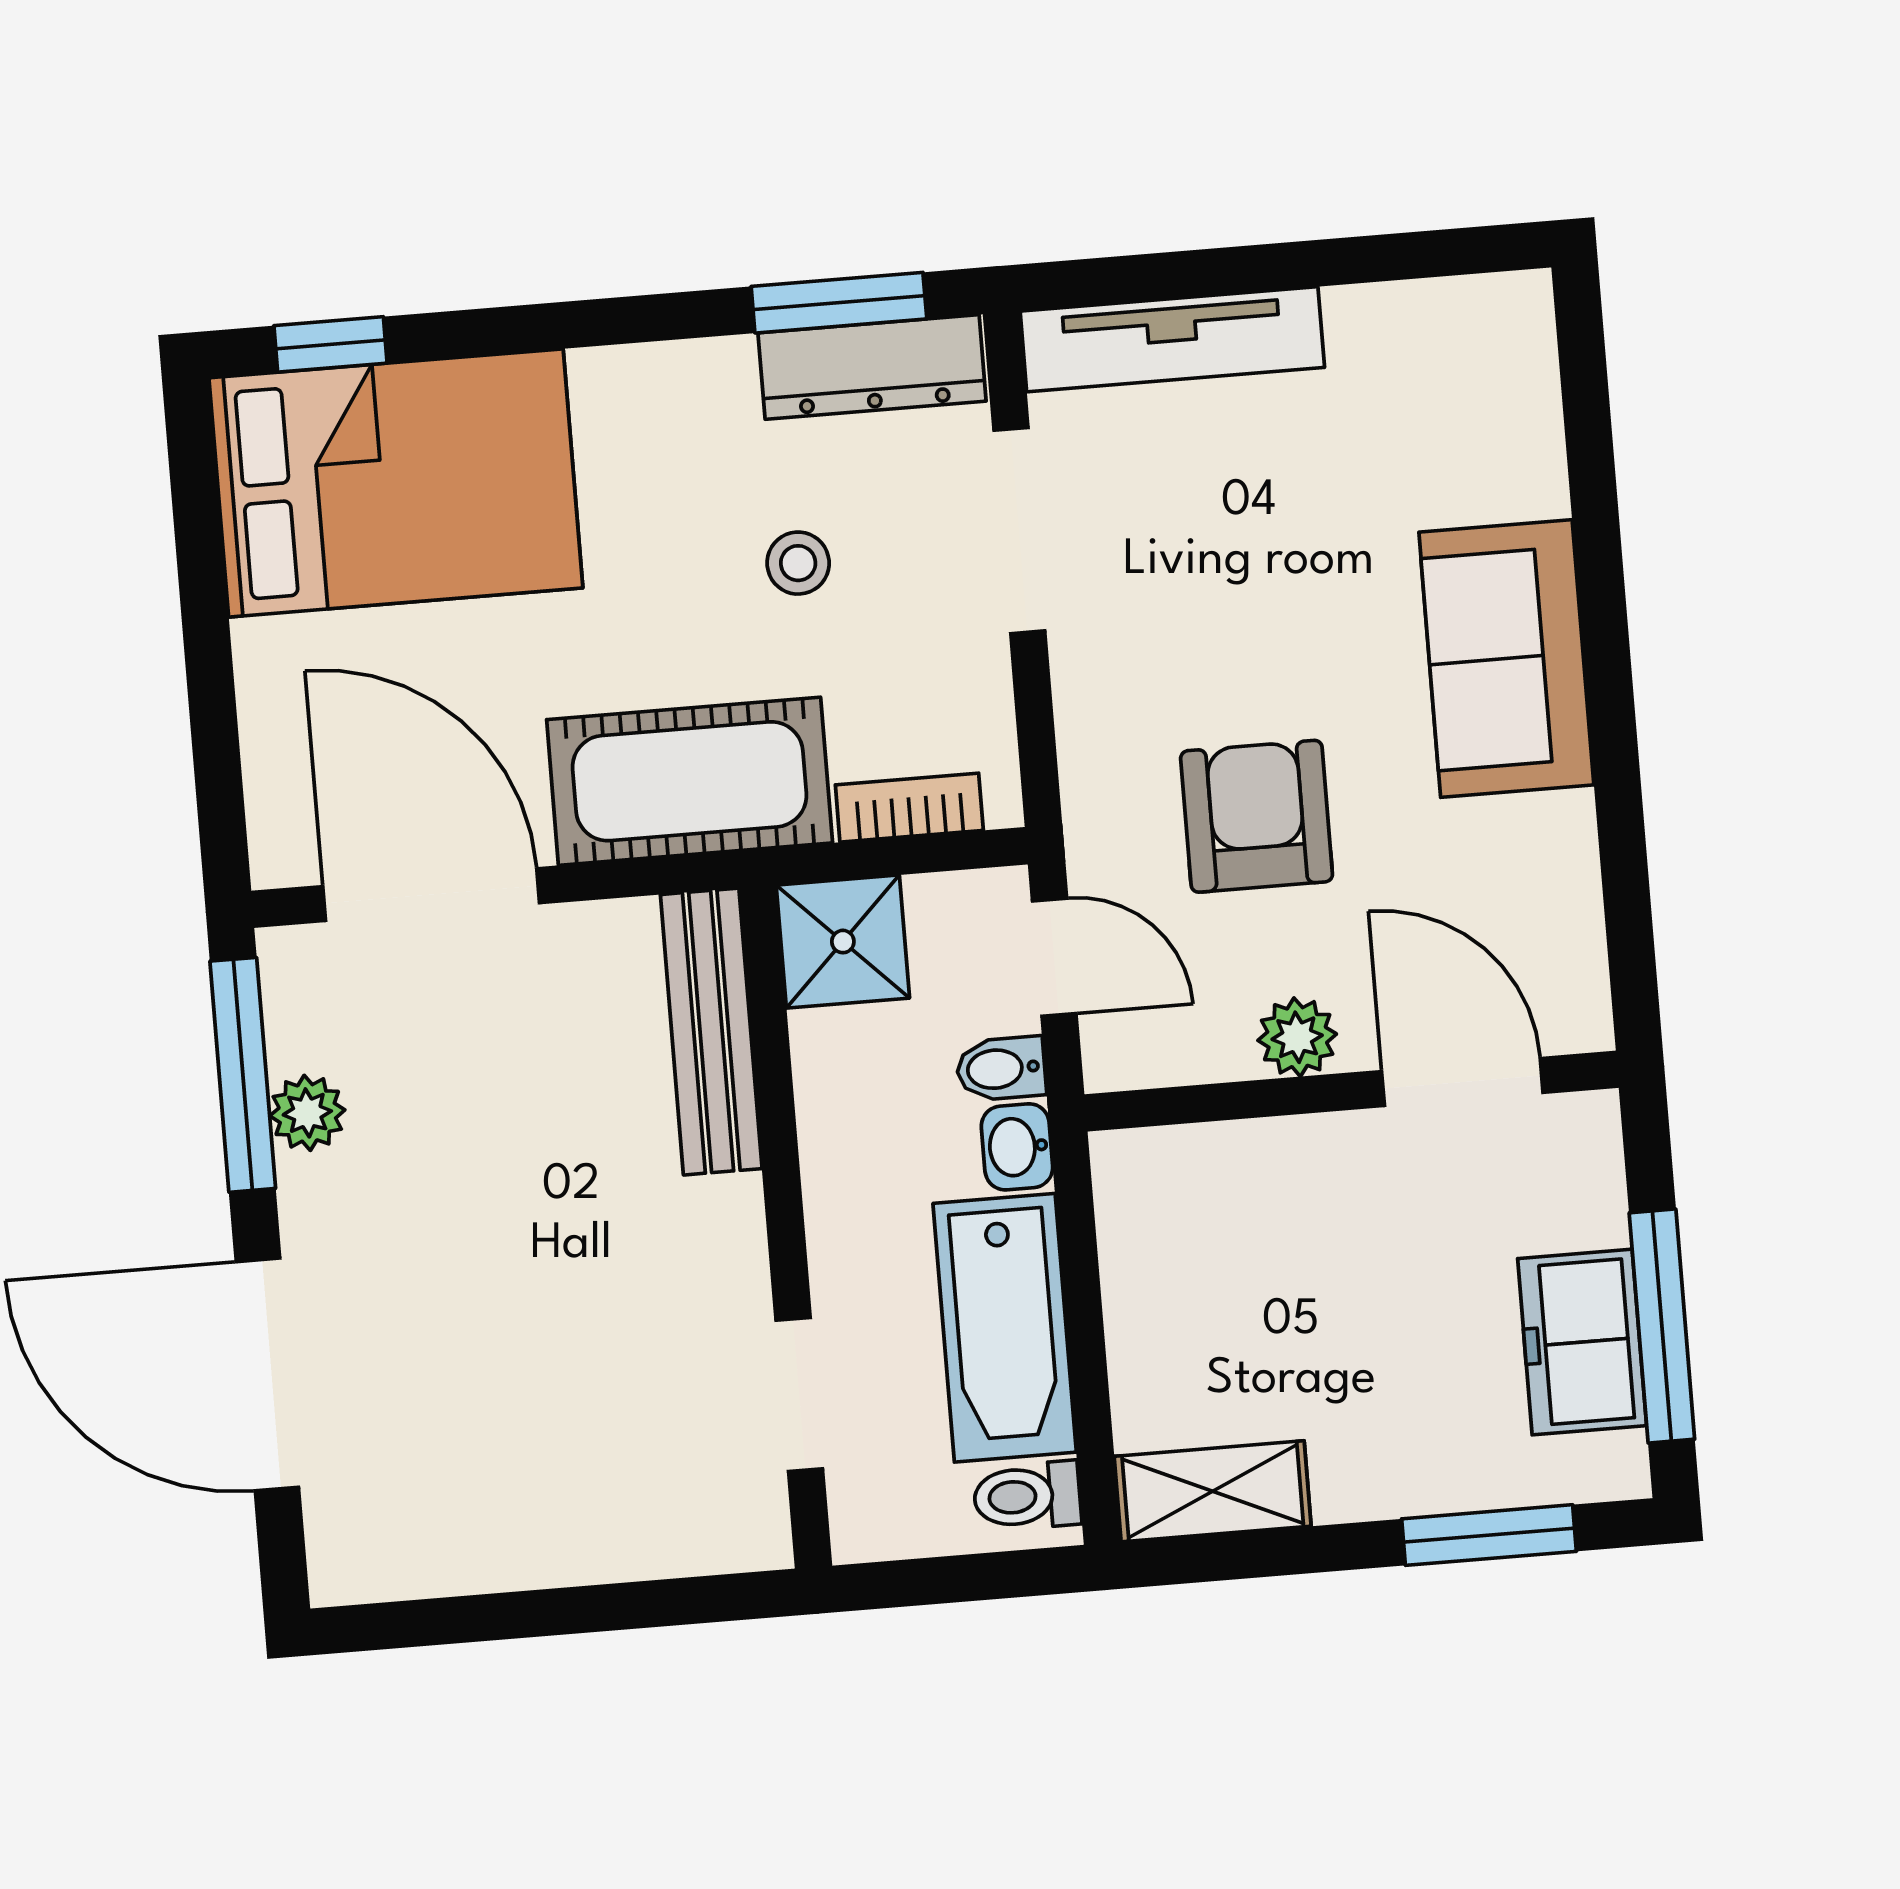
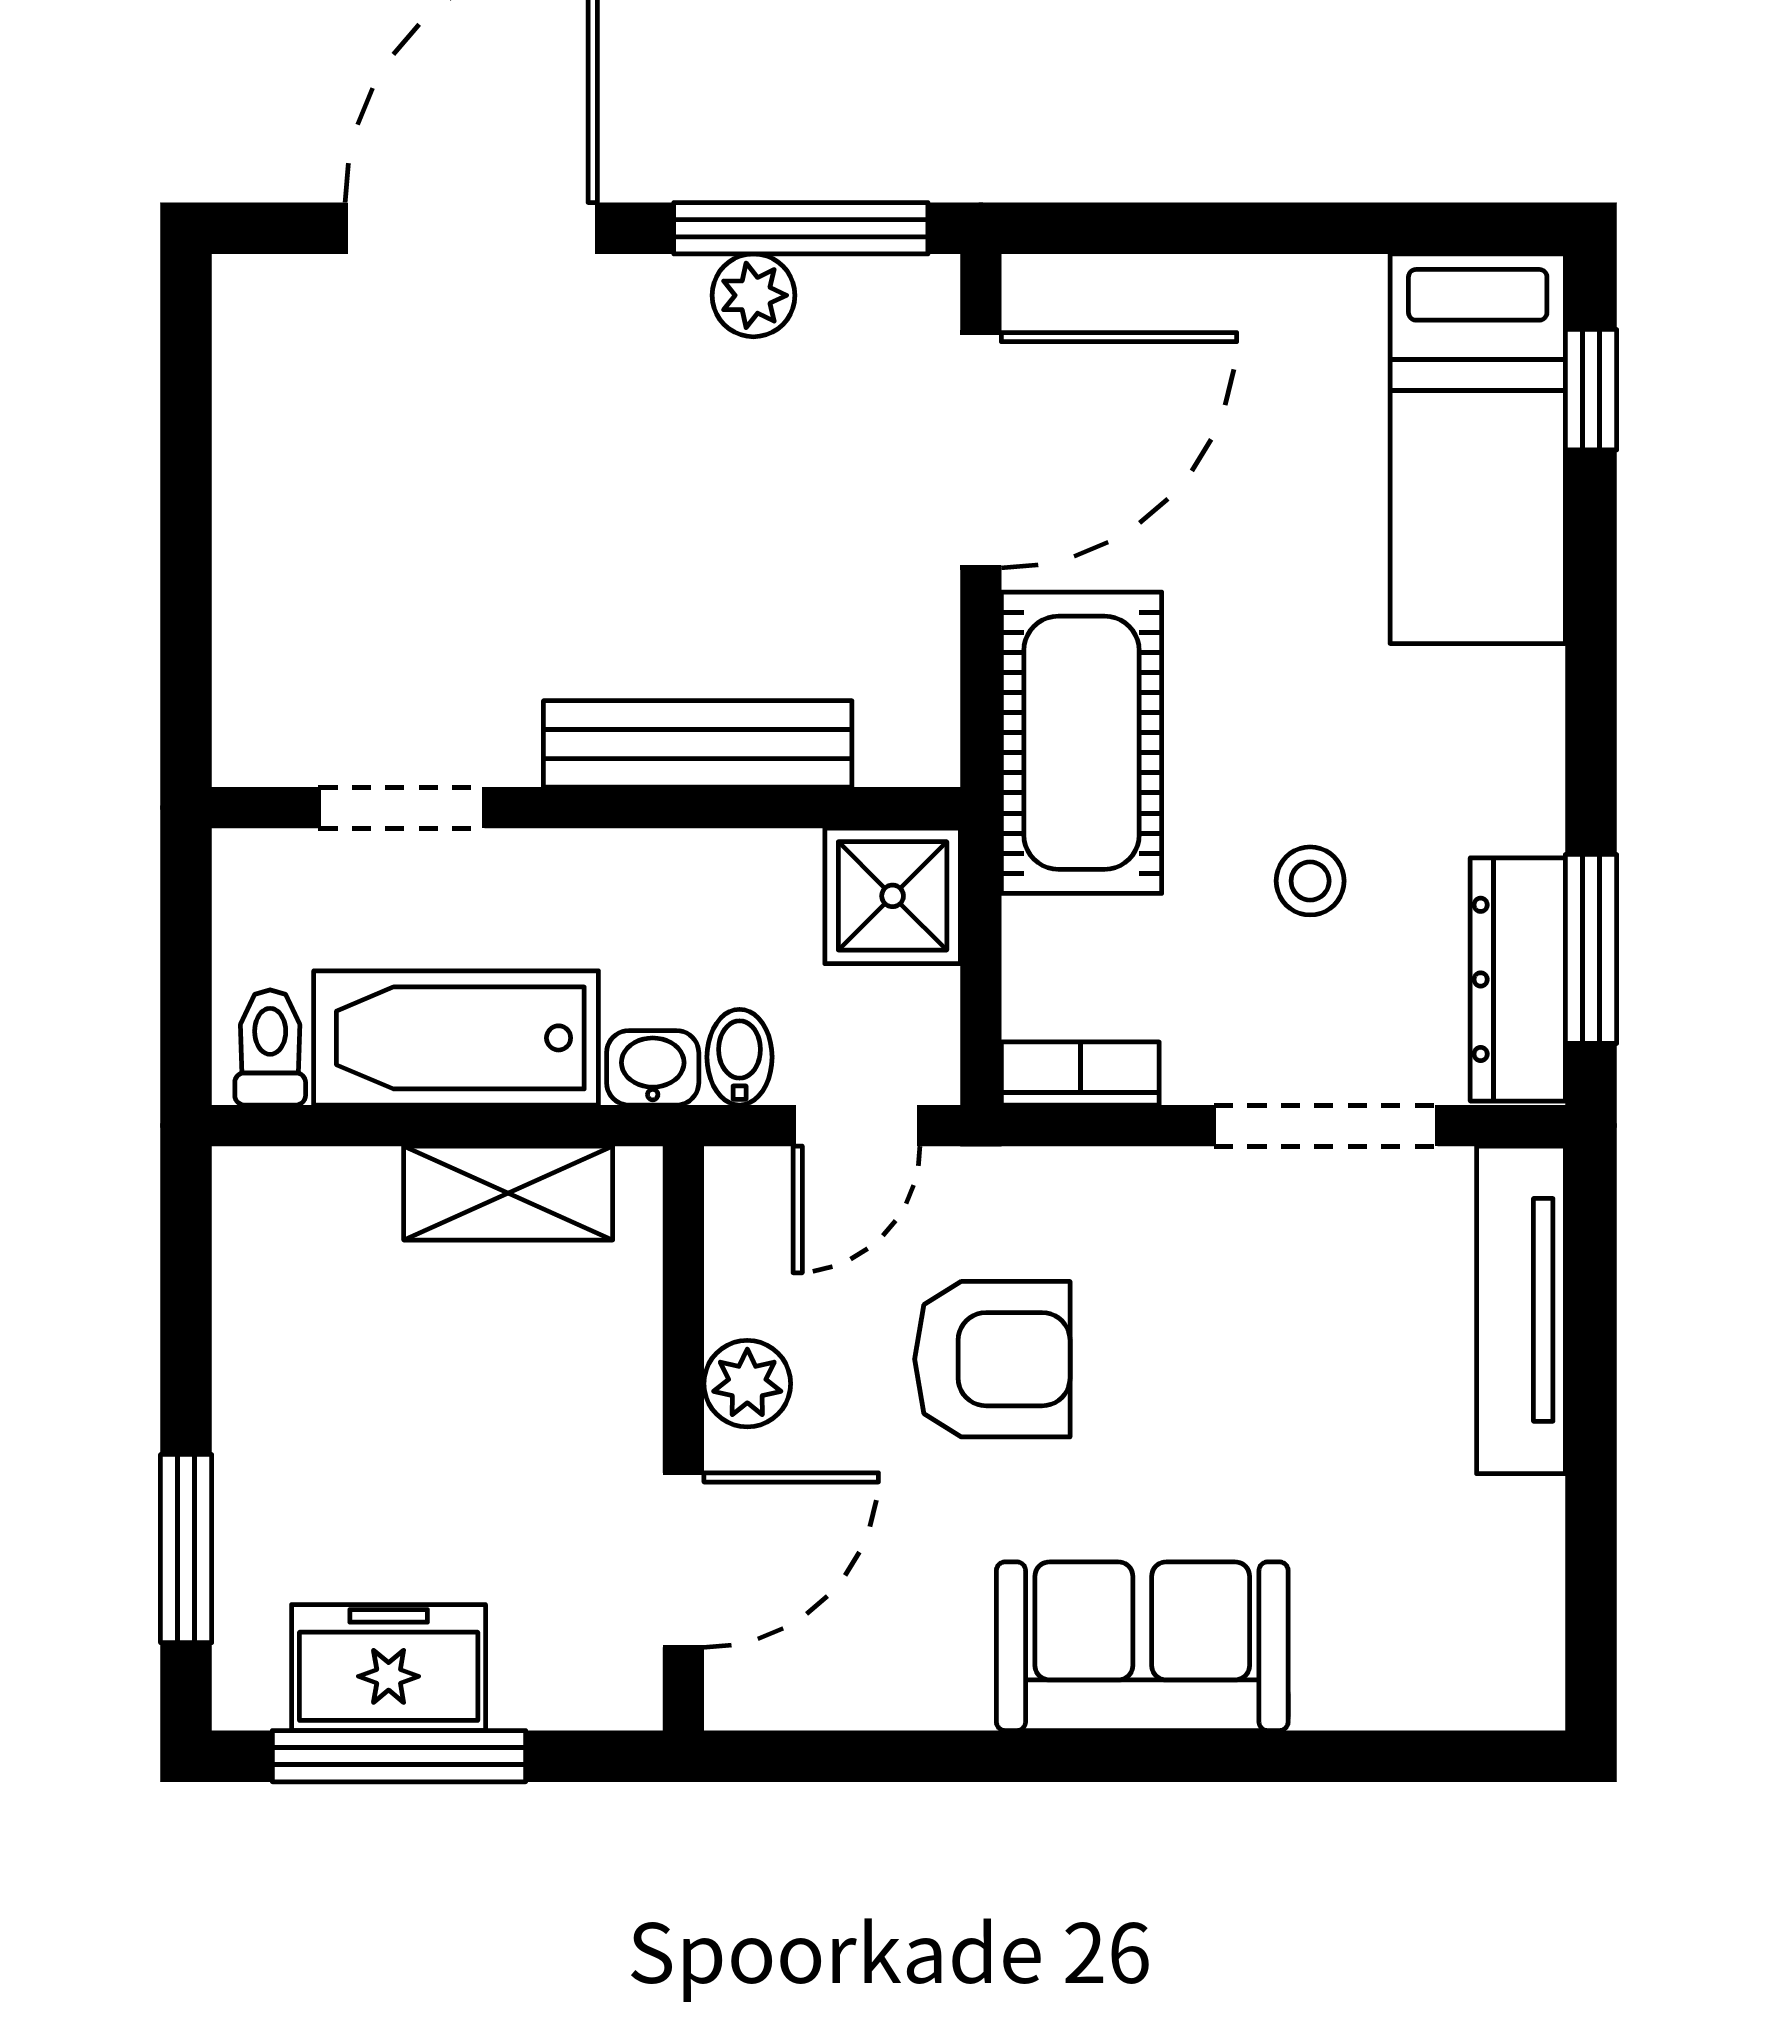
bed: (396, 483) -> (1478, 449), width x0.67
bookcase: (909, 808) -> (1080, 1073), moved, turned -90
bench: (711, 1032) -> (698, 744), moved
shelving: (1213, 1491) -> (508, 1193), moved, turned 90

